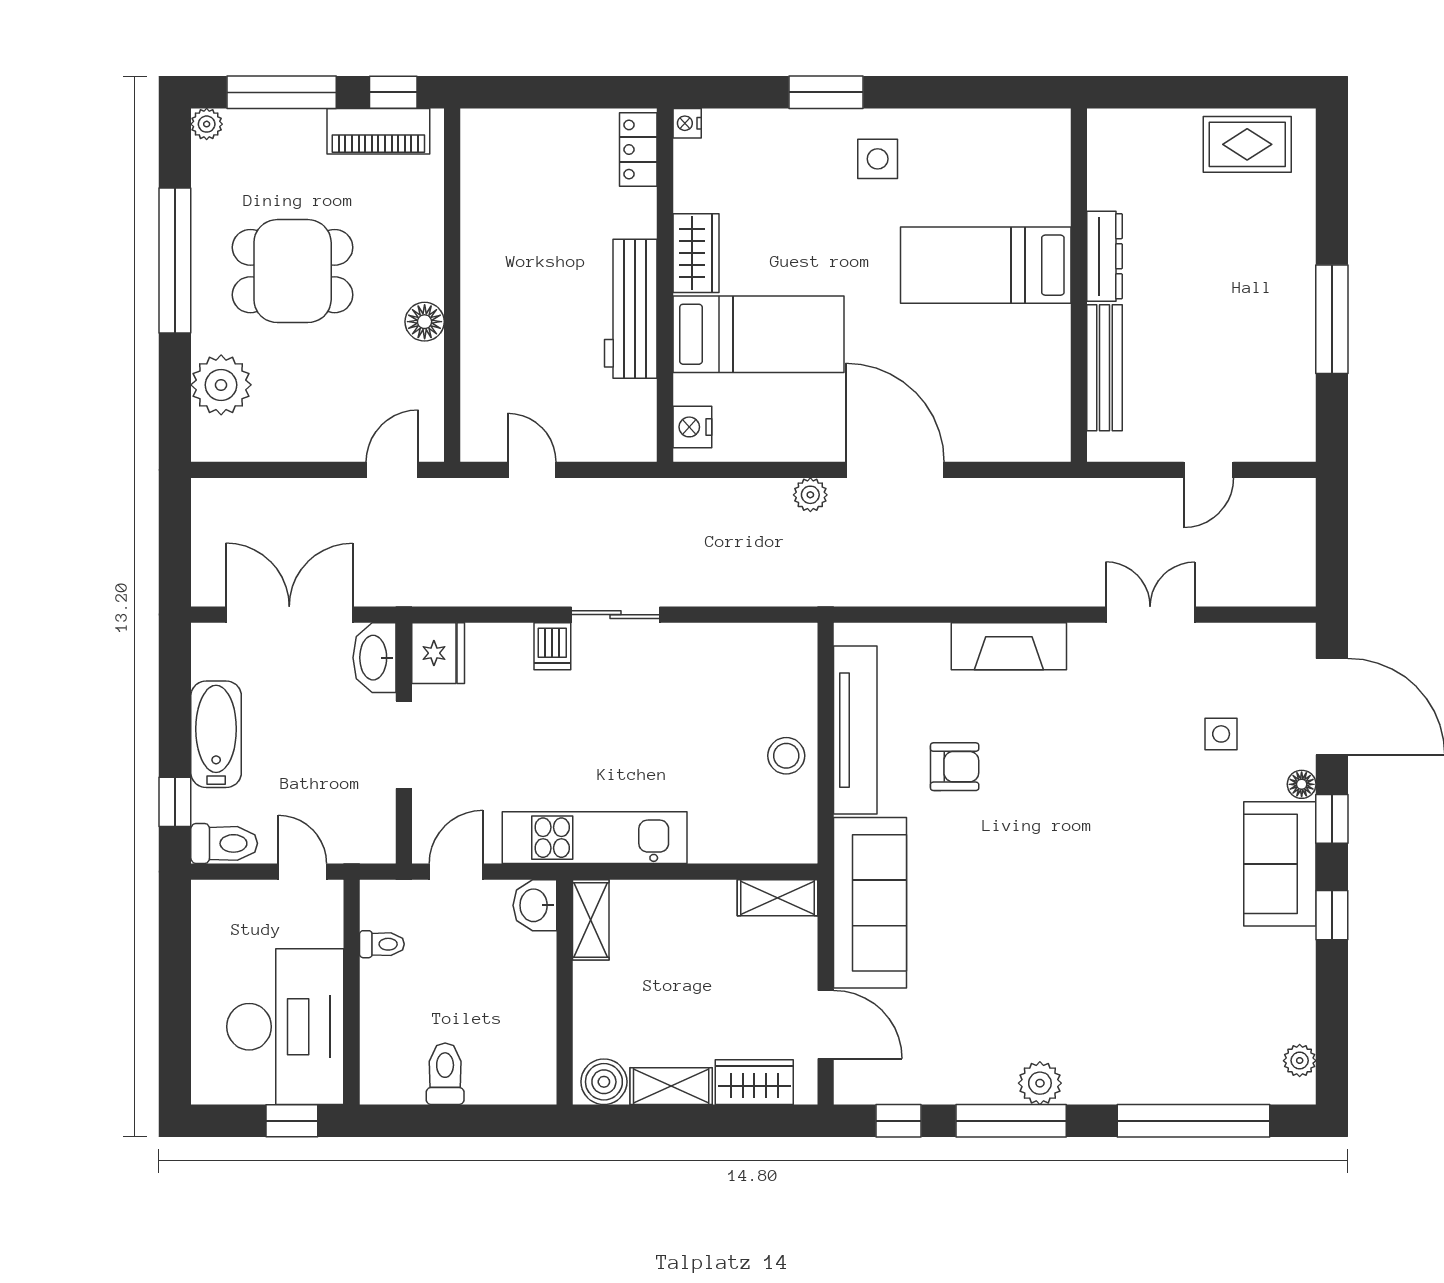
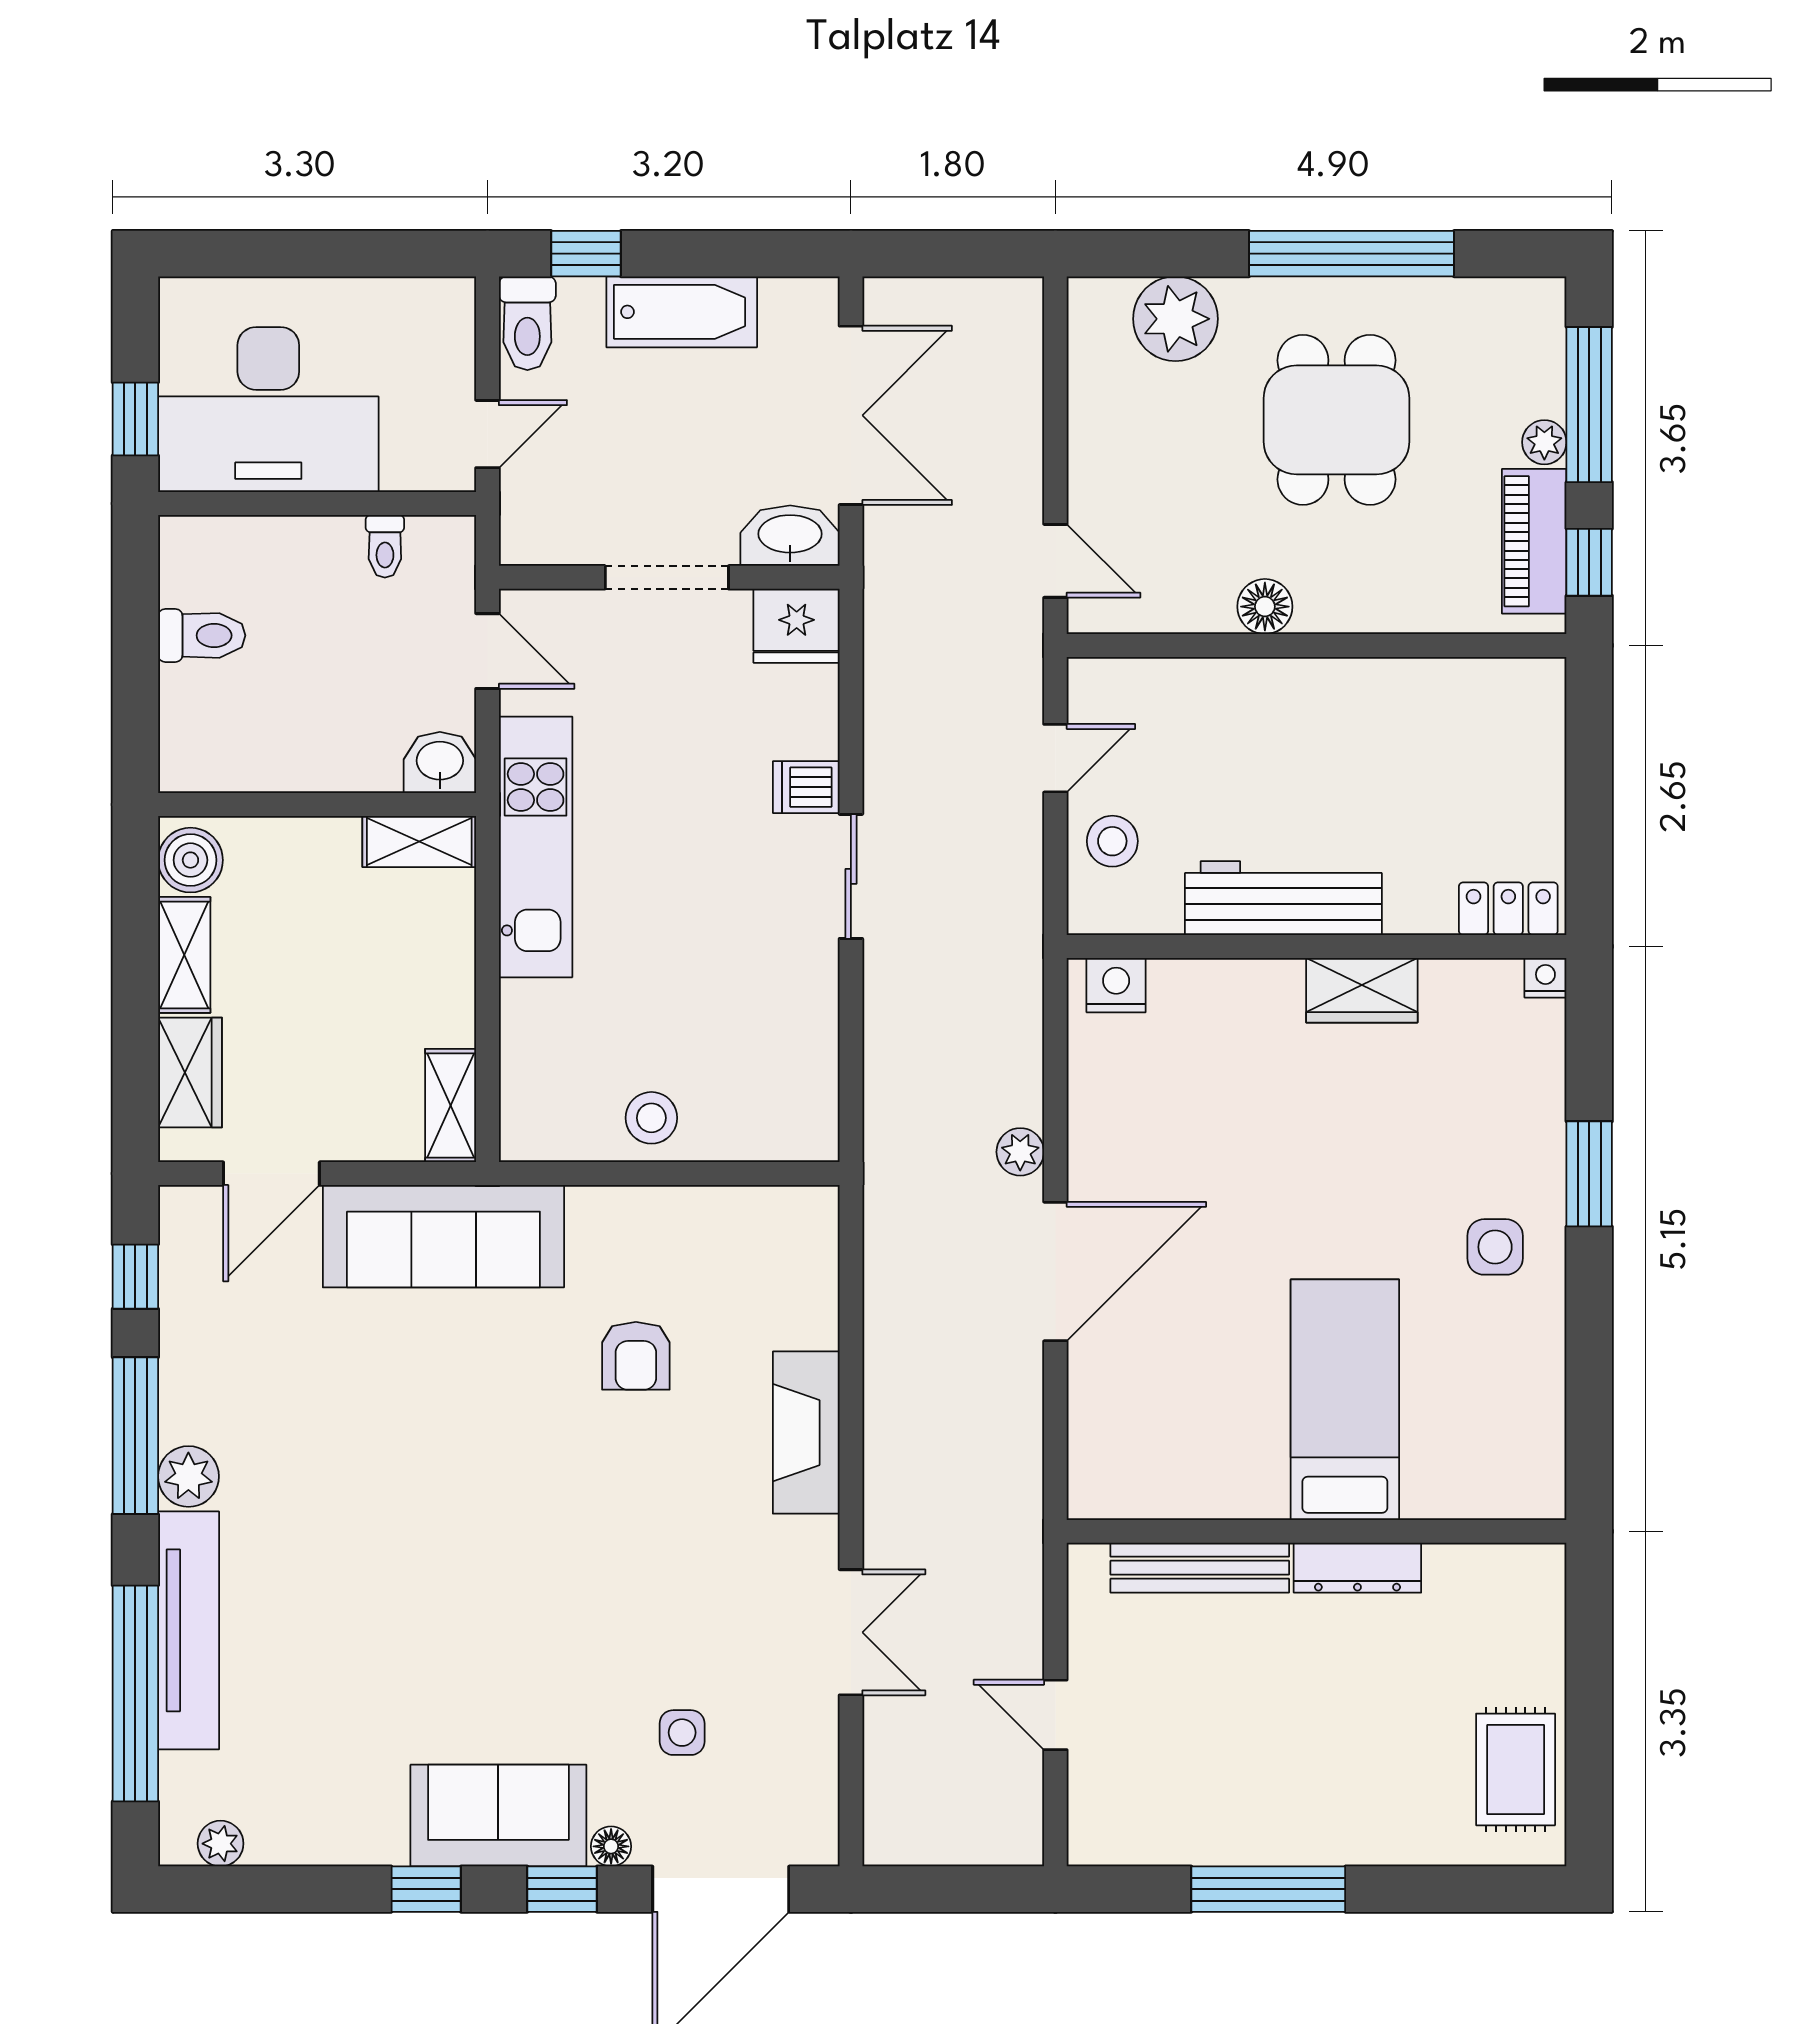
plant: (207, 124) -> (1544, 442), moved
bed: (758, 334) -> (1247, 1078), removed
stool: (591, 430) -> (1112, 841), added
tv unit: (855, 730) -> (189, 1630), moved, turned -90

